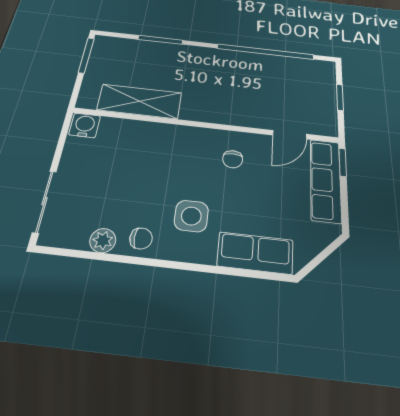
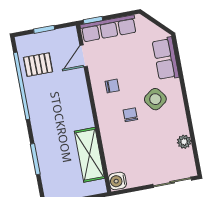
pallet: (290, 77) -> (38, 65), added
door: (290, 135) -> (84, 56), swing flipped
side table: (191, 216) -> (155, 99), turned -36
chair: (141, 238) -> (130, 115), moved

